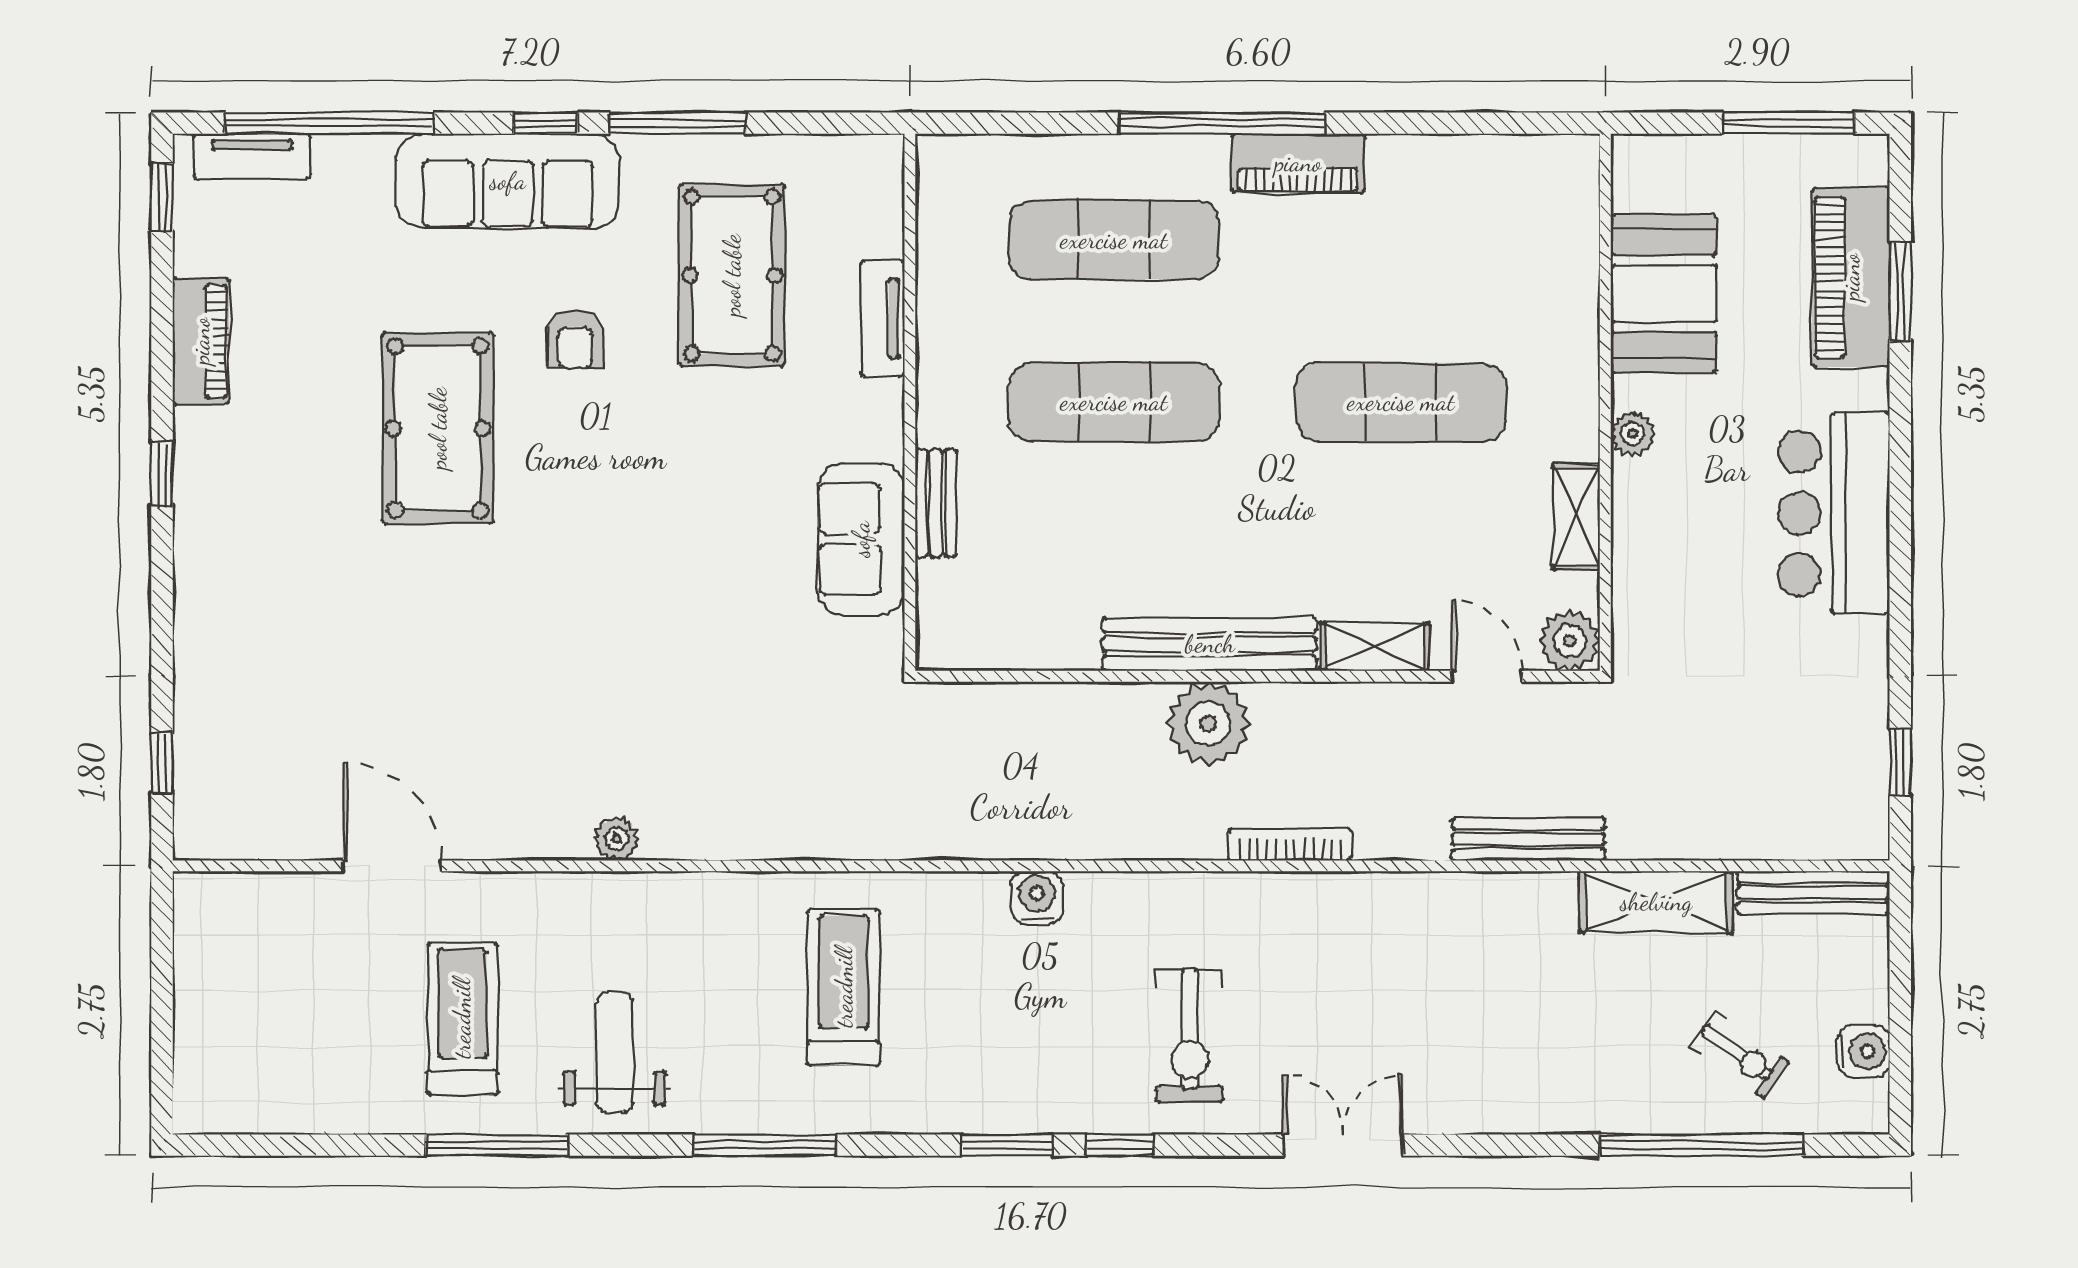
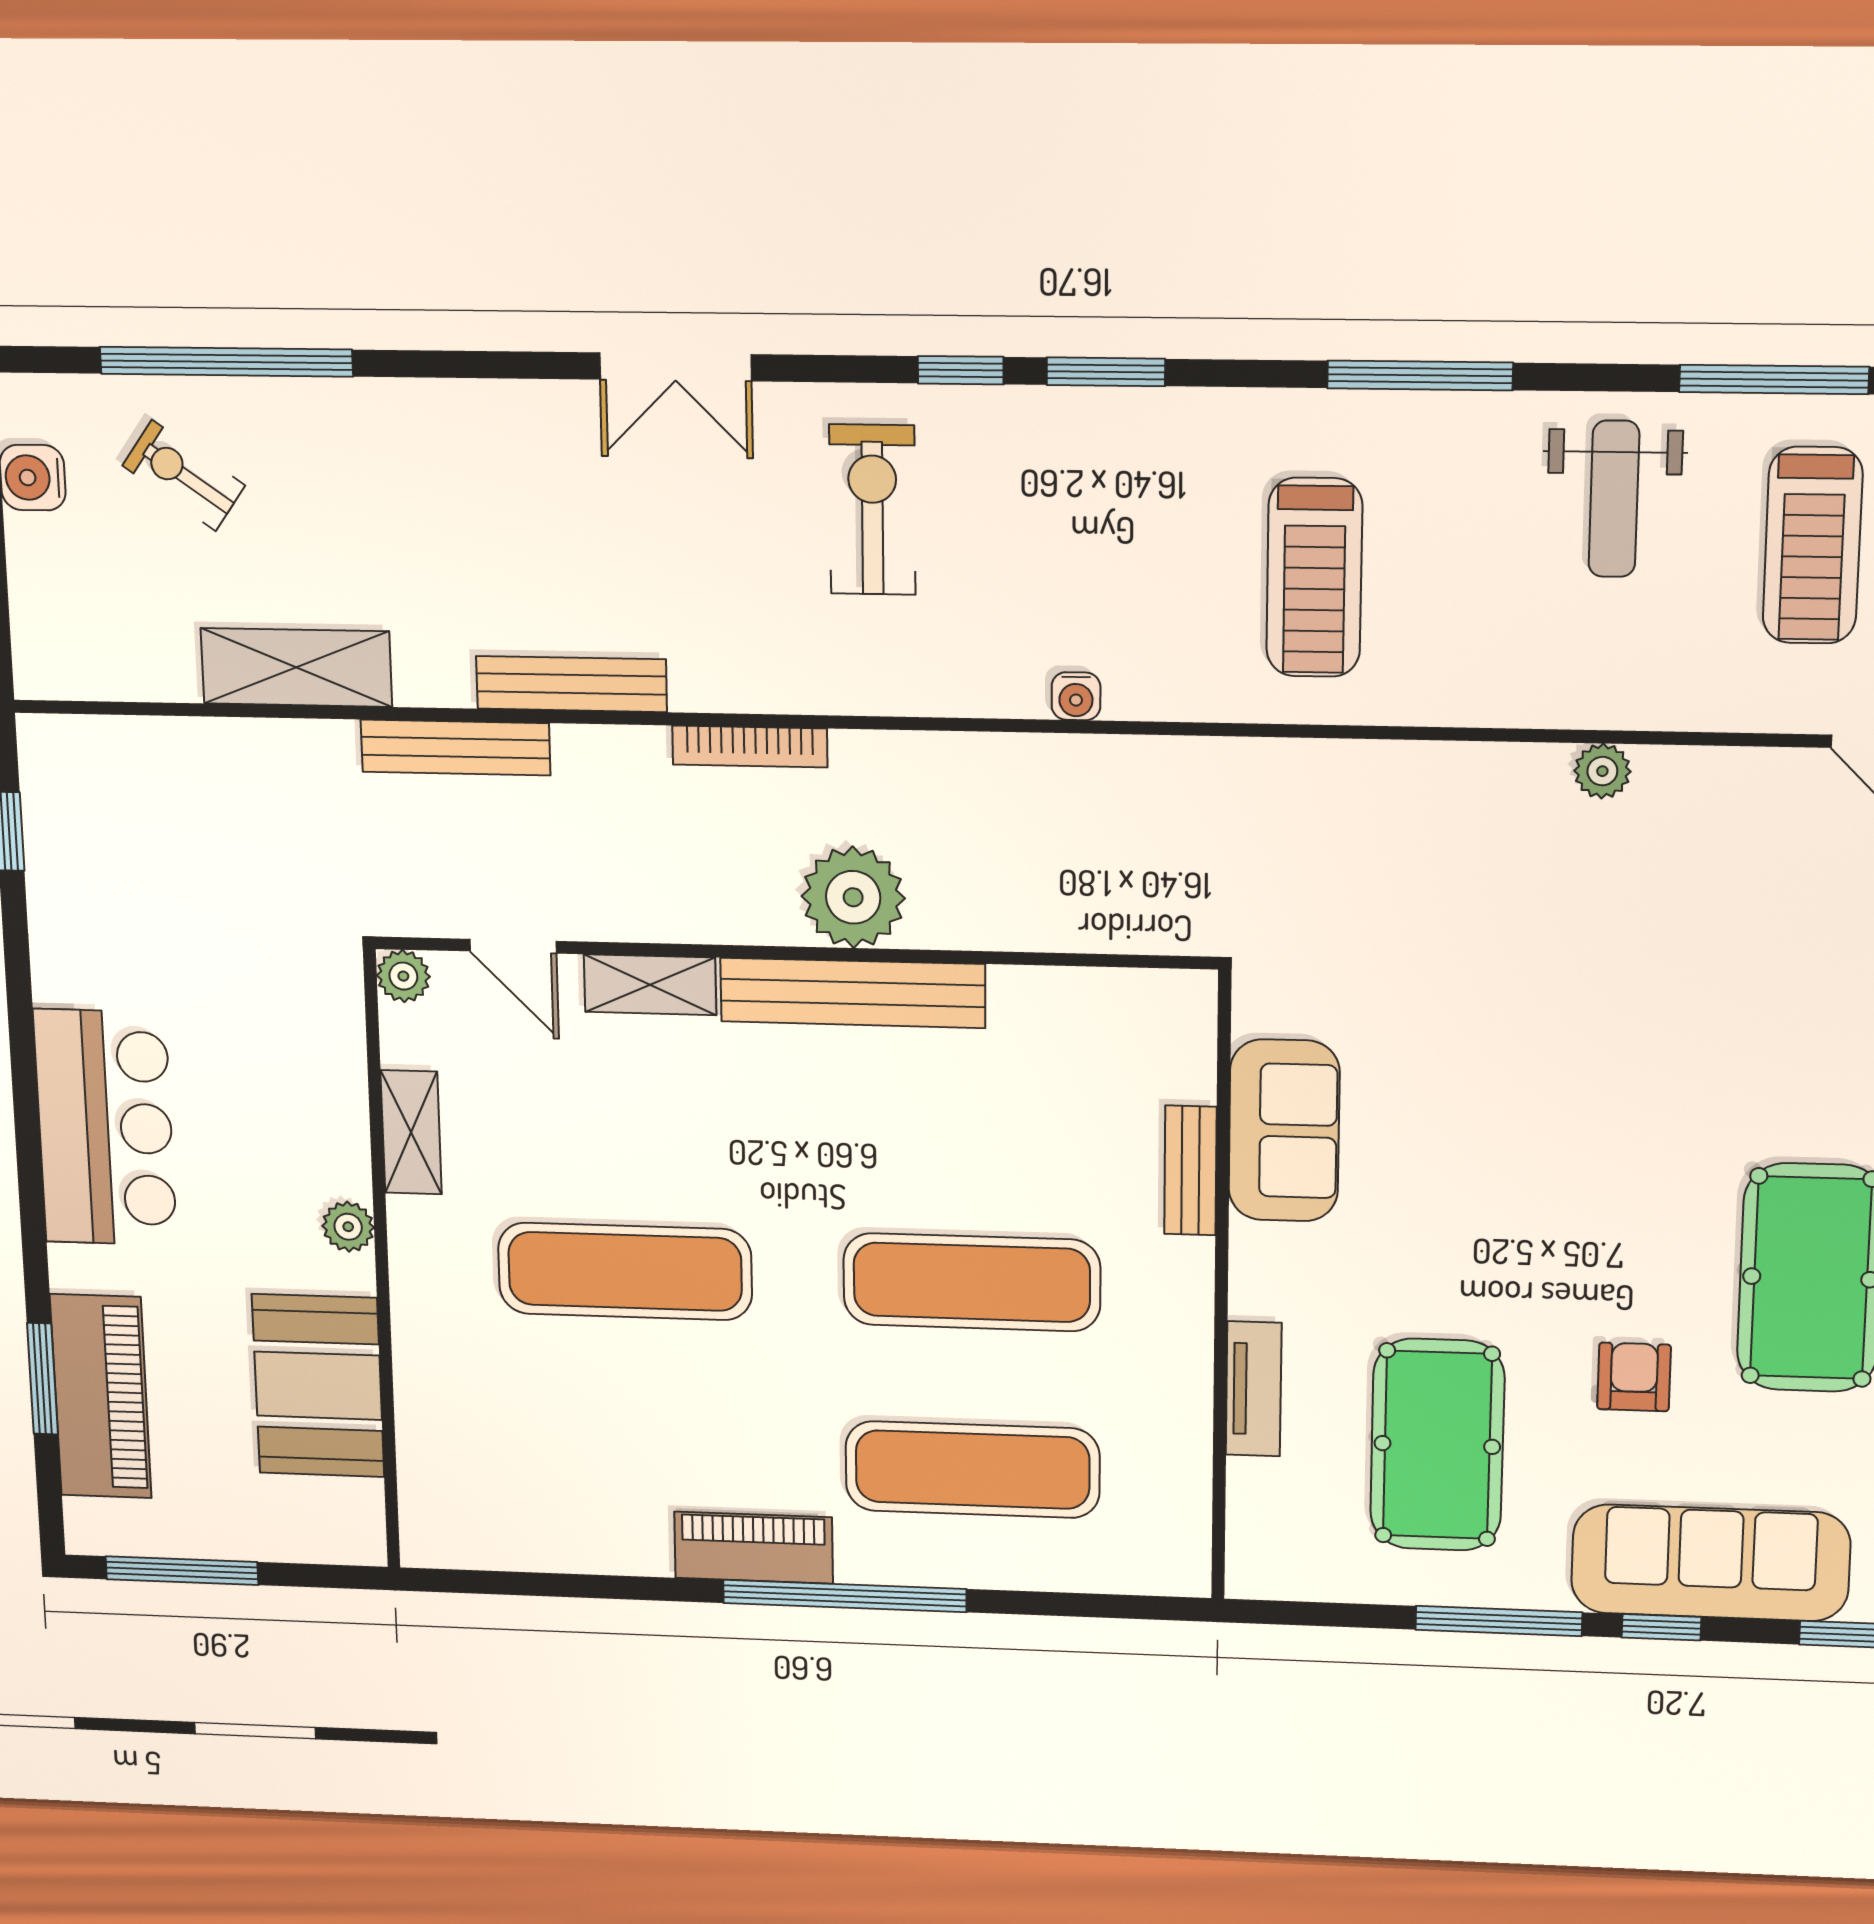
plant: (1570, 641) -> (403, 976), width x0.73, depth x0.73
bench: (1813, 893) -> (571, 684), moved
water cooler: (1037, 898) -> (1076, 696), width x0.72, depth x0.72

